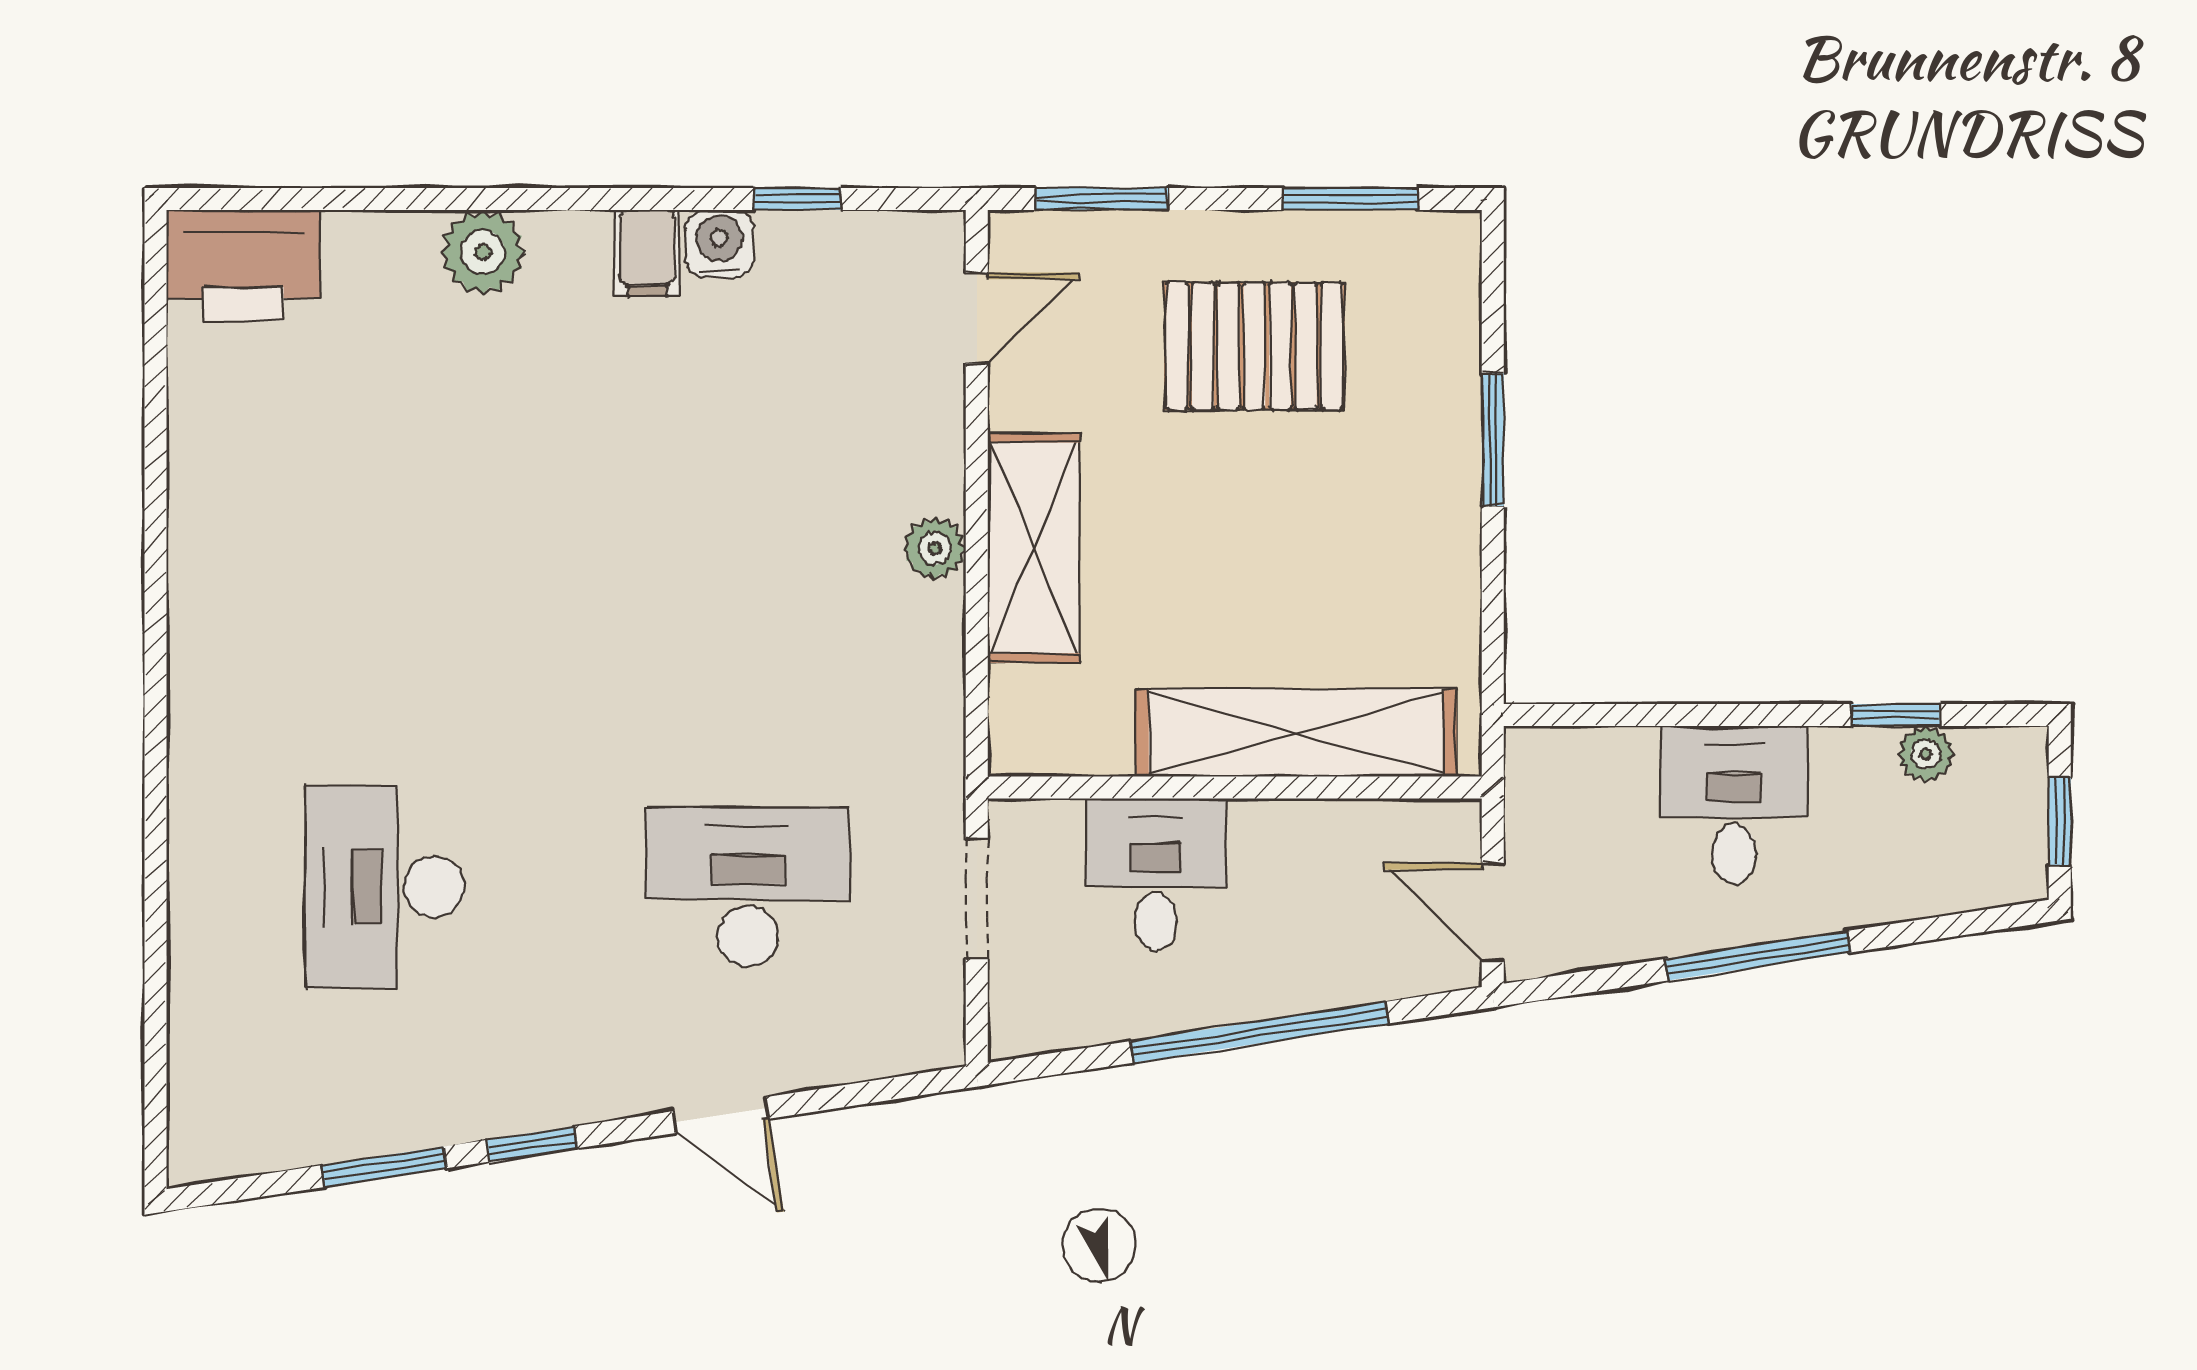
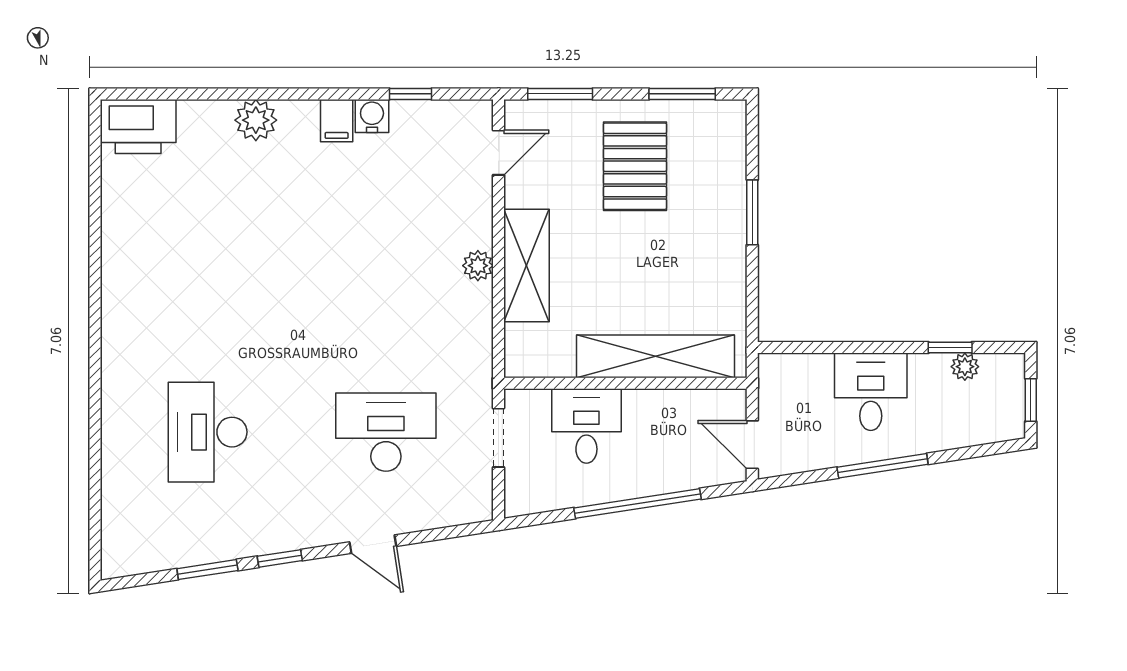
pallet: (1254, 346) -> (635, 166), turned 90

